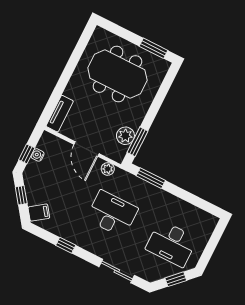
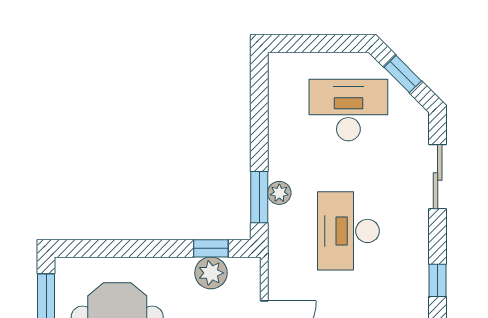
window: (138, 142) -> (211, 248), width x0.67
plant: (108, 169) -> (279, 193), moved
desk: (172, 244) -> (348, 110), turned -90

